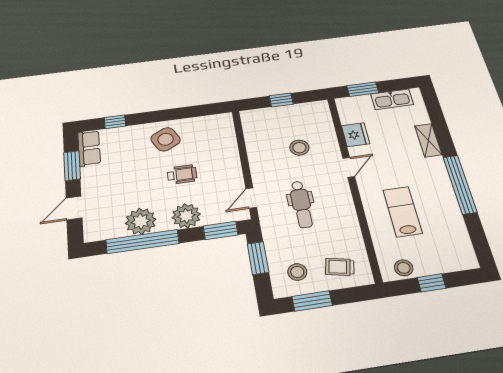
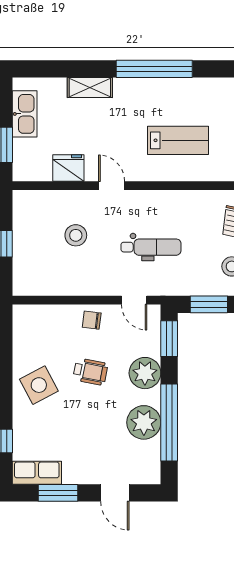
chair: (228, 169) -> (92, 320), added
wheelchair: (182, 174) -> (90, 372), turned 101
lab bench: (403, 211) -> (178, 140), turned 180

